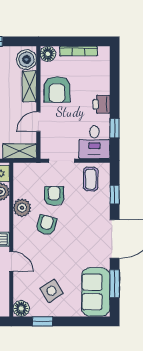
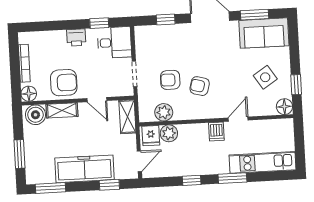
coffee table: (91, 179) -> (151, 44), removed
plant: (22, 208) -> (164, 112), moved

